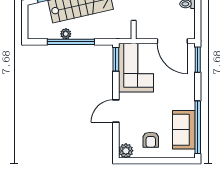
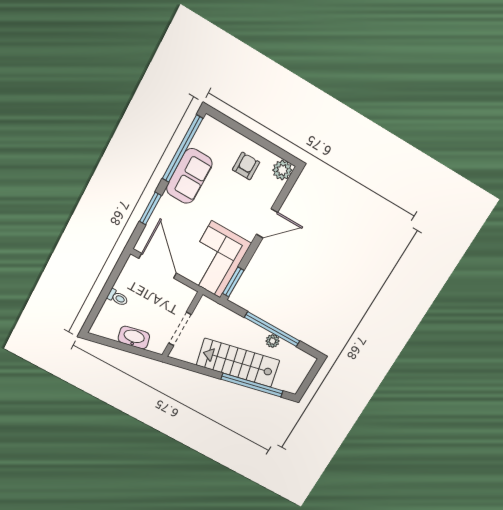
window: (198, 60) -> (150, 208), moved
sofa: (184, 130) -> (189, 176), moved

